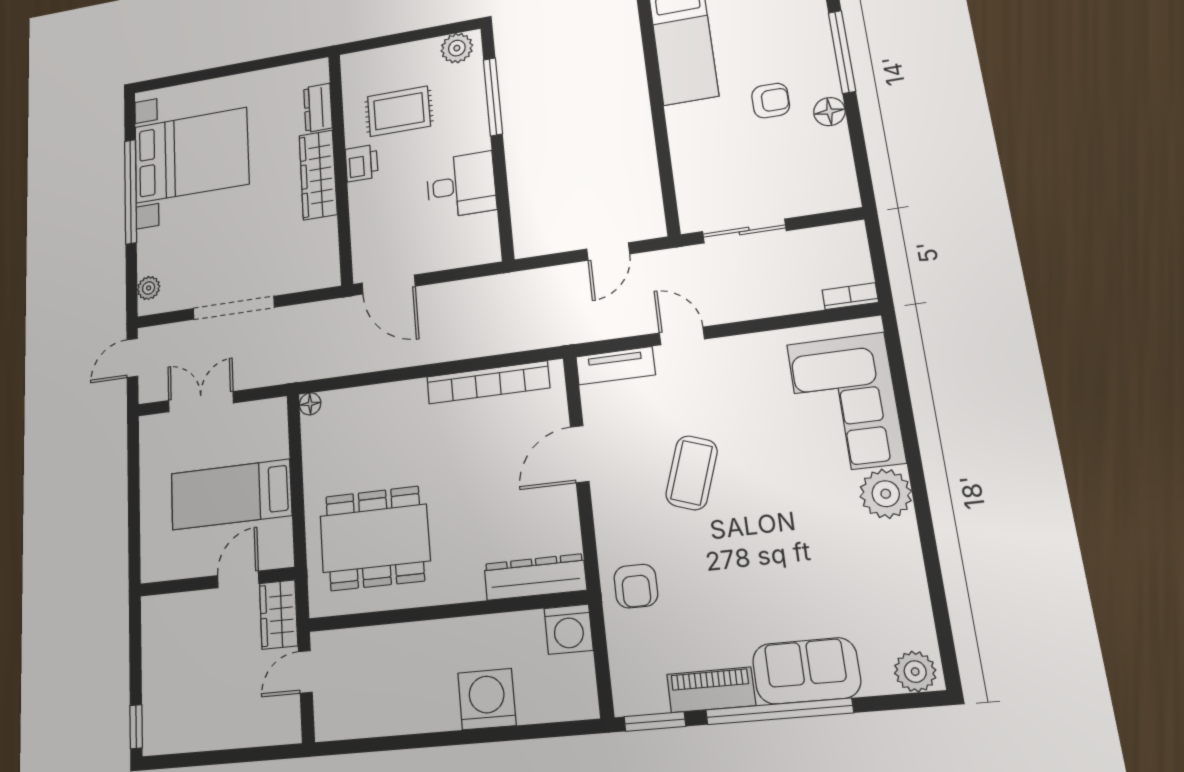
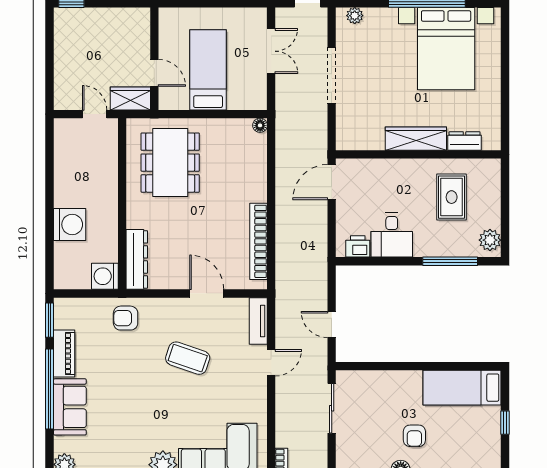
printer: (362, 163) -> (358, 246), moved, turned 180

